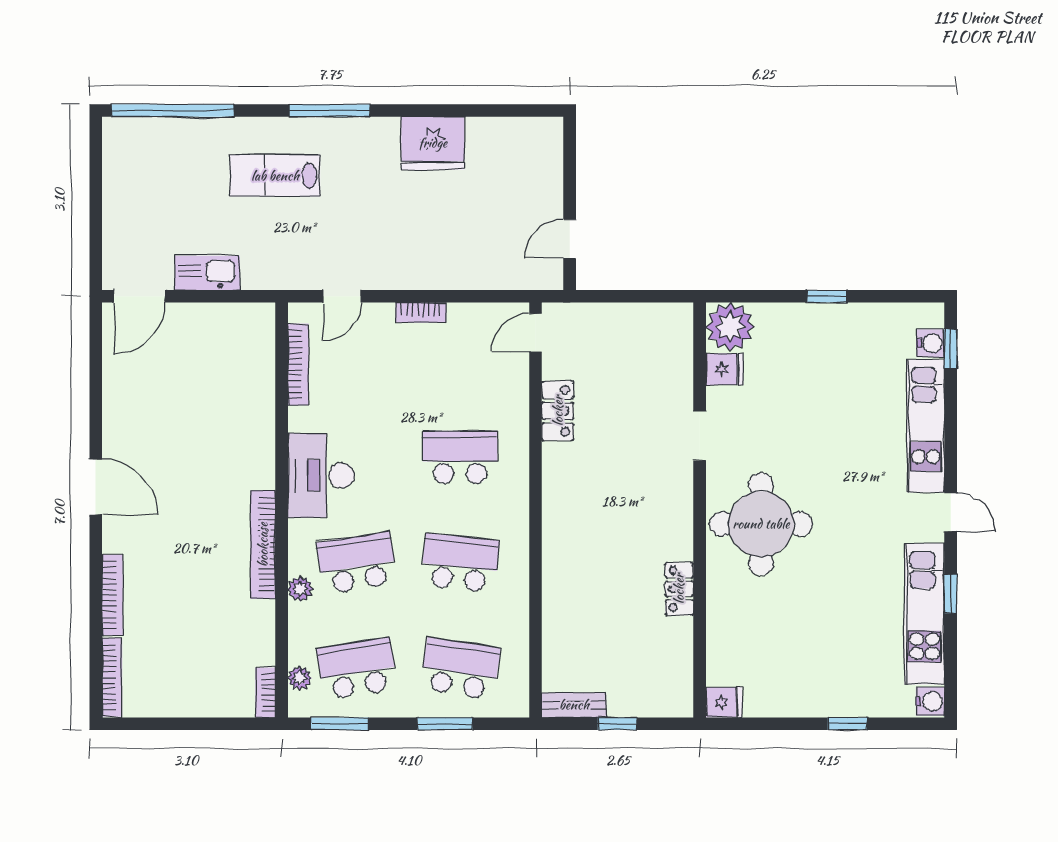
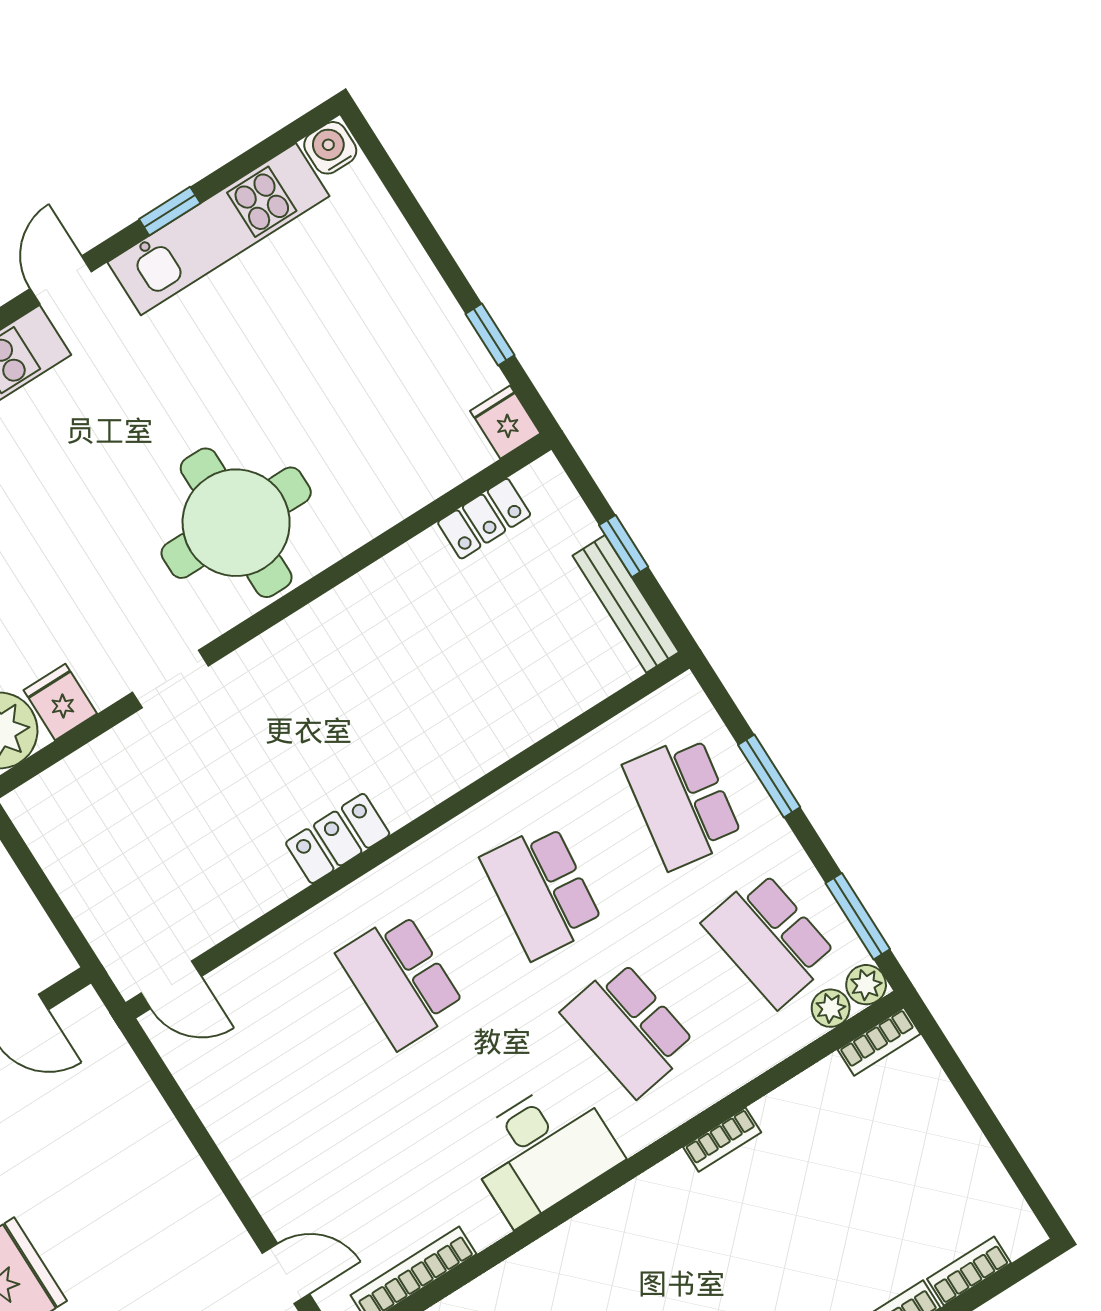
bookcase: (421, 313) -> (241, 1155), removed
locker: (558, 411) -> (338, 838), moved
bookcase: (263, 545) -> (722, 1140), width x0.43, depth x0.76
plant: (300, 589) -> (866, 985), moved
locker: (679, 589) -> (484, 519), moved
bookcase: (112, 677) -> (969, 1271), width x0.64
bench: (574, 705) -> (626, 604), width x1.36
window: (847, 724) -> (490, 335), moved

